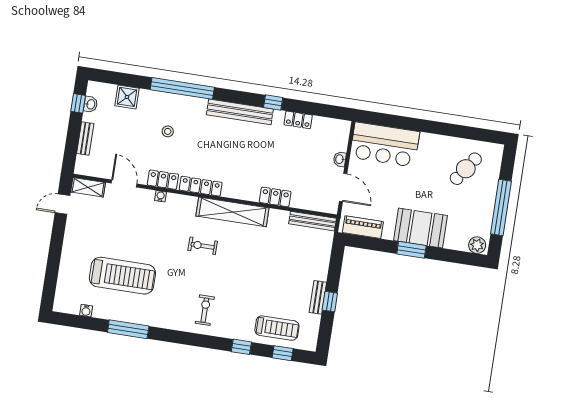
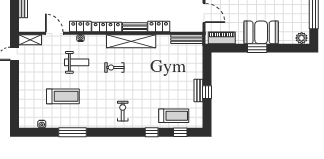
bench: (241, 193) -> (135, 27), added
weight bench: (150, 230) -> (77, 62), added
treadmill: (122, 276) -> (63, 96), width x0.73, depth x0.73

